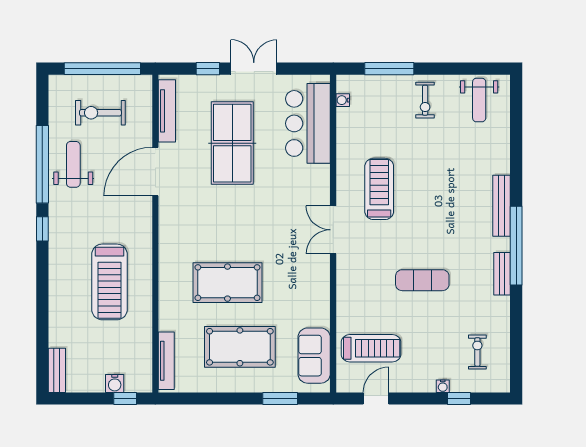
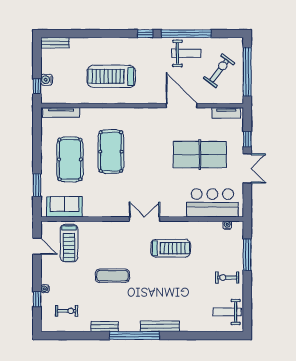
tv unit: (167, 111) -> (226, 113), width x0.71
exercise bike: (100, 113) -> (219, 71), turned 37
bench: (502, 274) -> (105, 327), moved
exercise mat: (422, 280) -> (112, 276), turned 90

